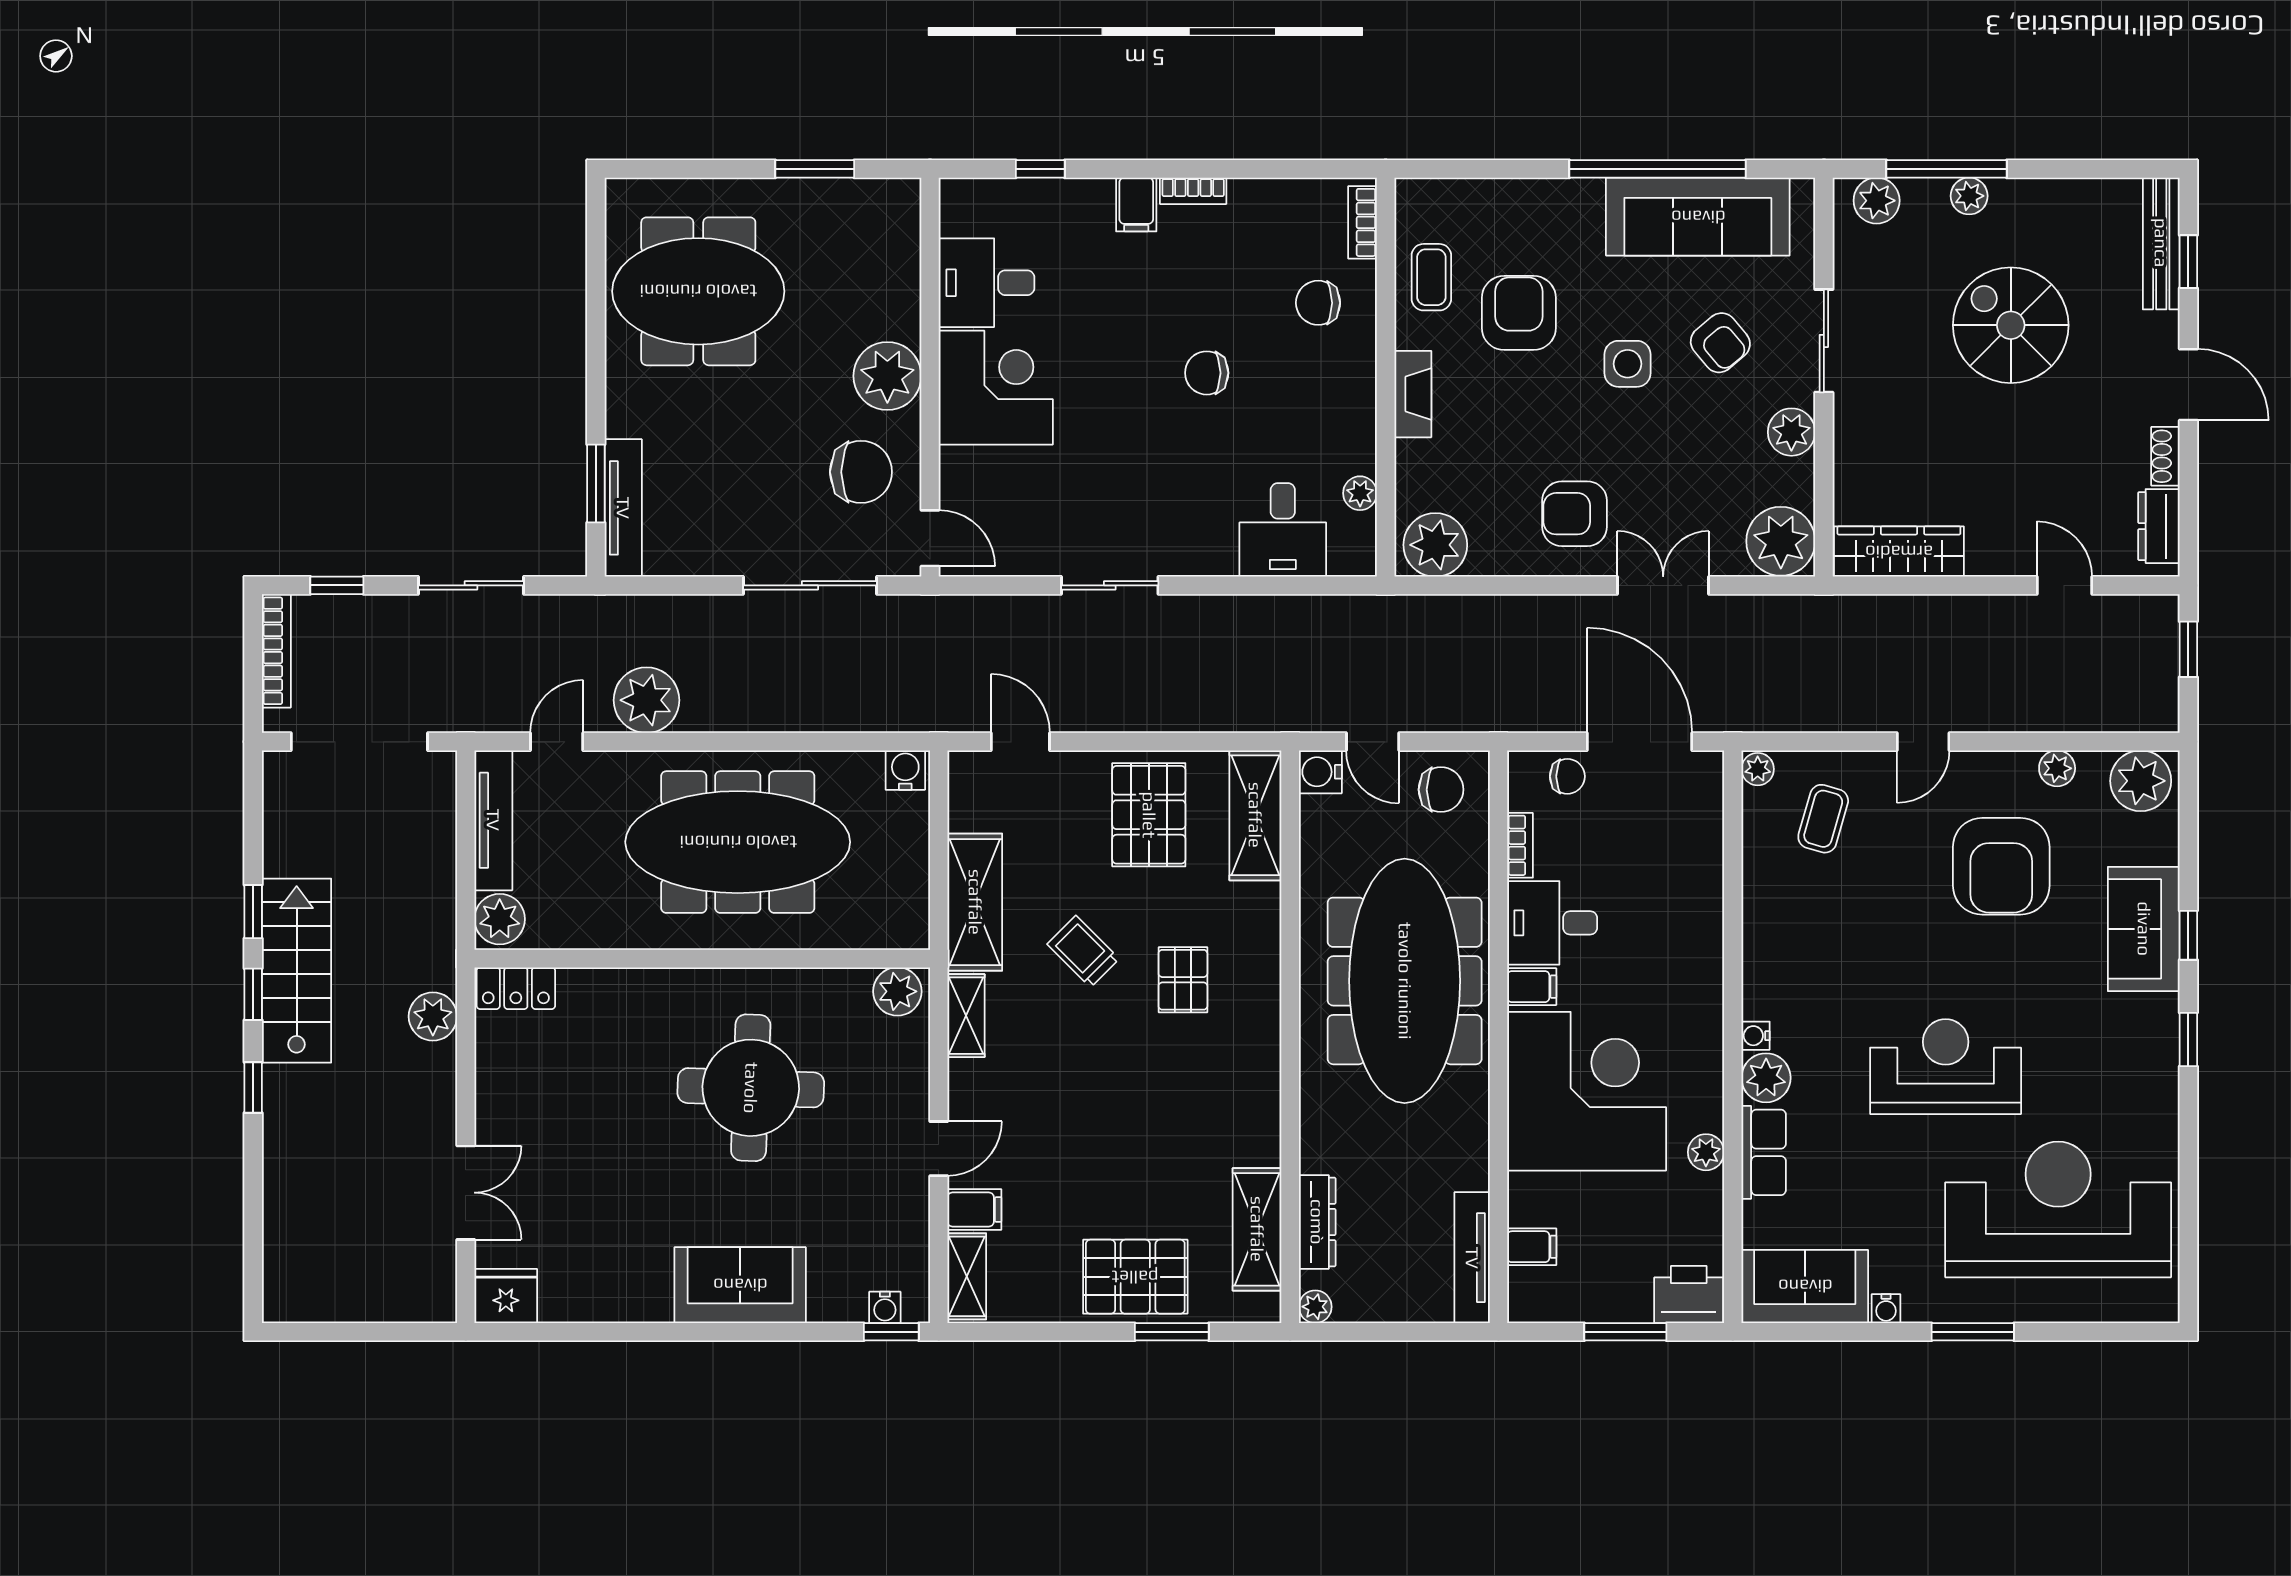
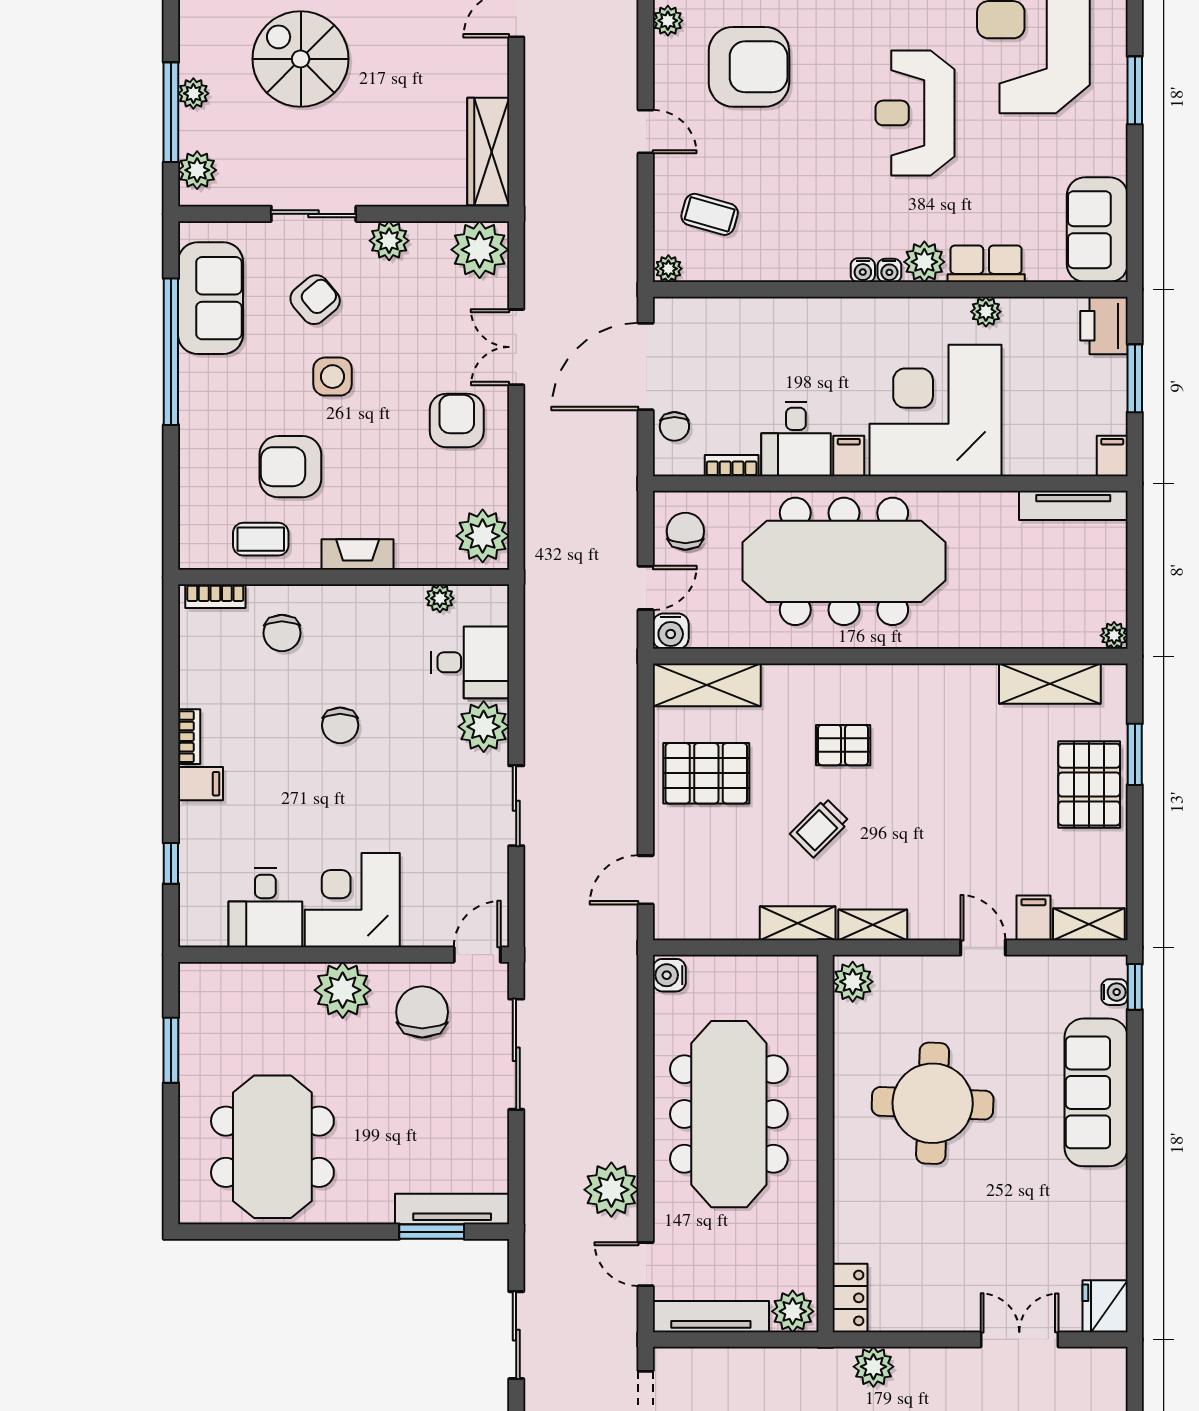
sofa: (1698, 217) -> (210, 298), width x0.73
spiral stairs: (2011, 325) -> (301, 59), turned 90
armchair: (1575, 514) -> (457, 420), turned 180
plant: (1205, 546) -> (484, 727), added
chair: (1567, 776) -> (674, 426), turned 180
shelving: (975, 902) -> (798, 923), width x0.67, depth x0.75
dresser: (1317, 1222) -> (1044, 634), removed
filing cabinet: (1532, 1247) -> (1112, 456), moved
sofa: (740, 1285) -> (1096, 1092), width x1.36
water cooler: (1886, 1309) -> (863, 270), moved, turned 90

